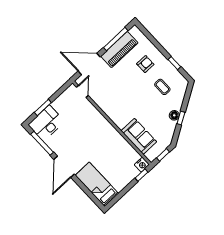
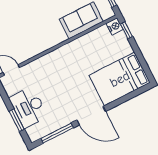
desk: (46, 123) -> (28, 107), moved
bed: (97, 184) -> (120, 79), width x1.50

